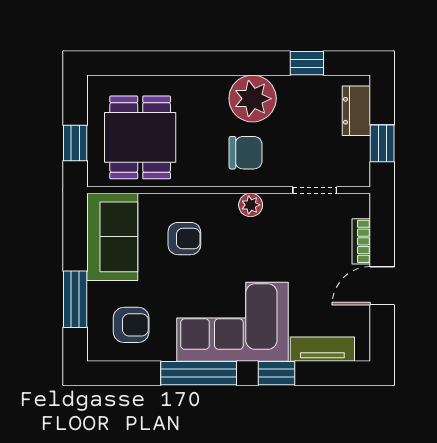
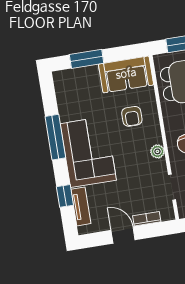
armchair: (131, 325) -> (77, 94), removed
window: (276, 373) -> (65, 196), moved

